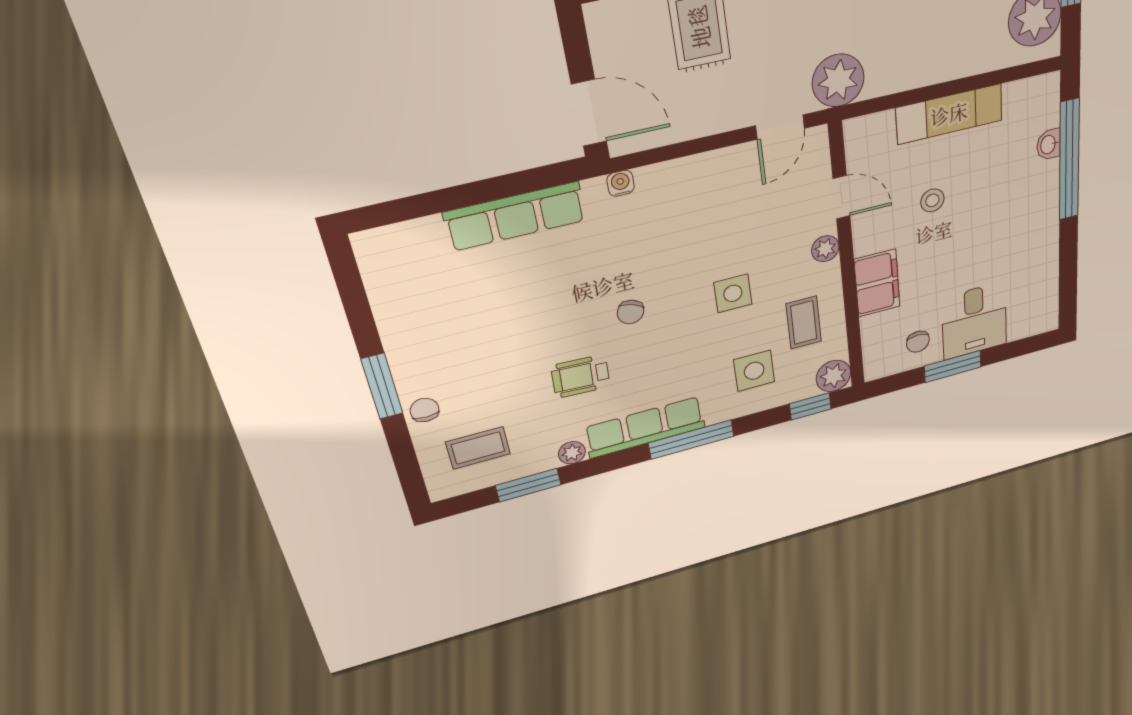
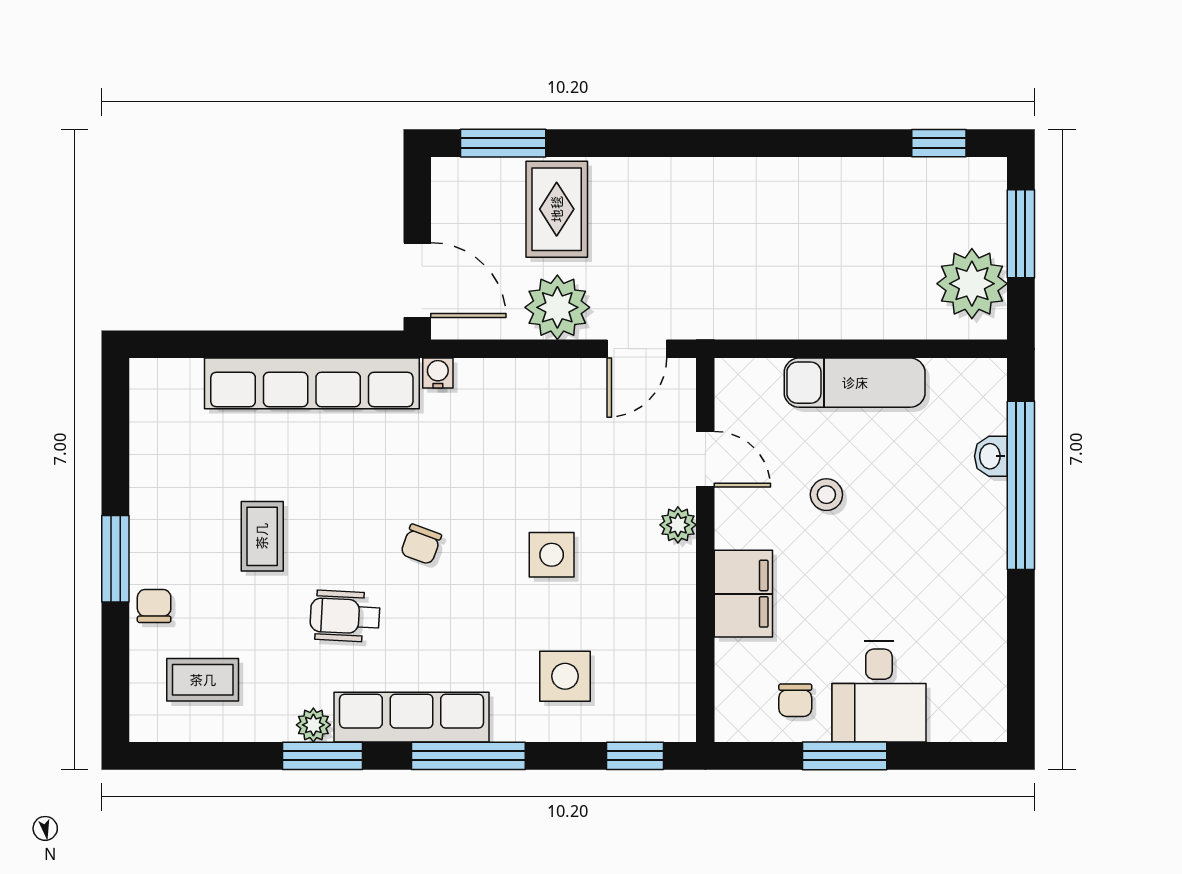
plant: (838, 80) -> (557, 307), moved
row of seats: (515, 216) -> (312, 383), width x1.36
coffee table: (804, 323) -> (262, 536), moved
plant: (833, 376) -> (672, 718), removed
window: (528, 485) -> (322, 756), moved

